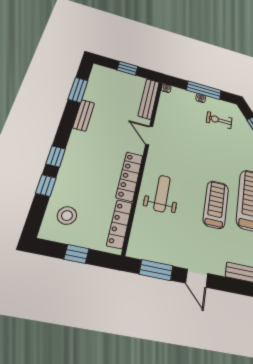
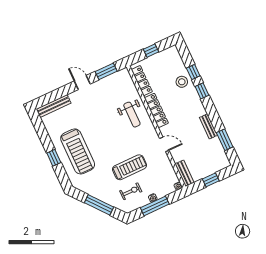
bench: (149, 99) -> (184, 173), width x0.73
treadmill: (216, 204) -> (130, 167), moved, turned -90
stool: (67, 216) -> (182, 82), moved

